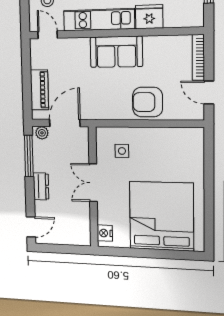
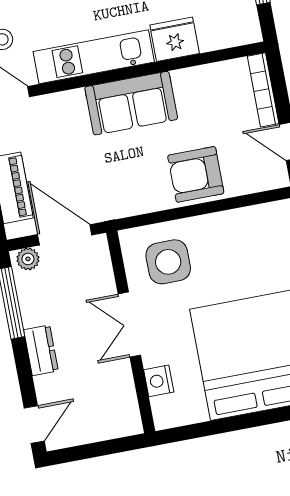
door: (65, 123) -> (65, 235), hinge flipped
side table: (122, 151) -> (168, 262), width x1.87, depth x1.87
nightstand: (105, 233) -> (159, 381), moved

